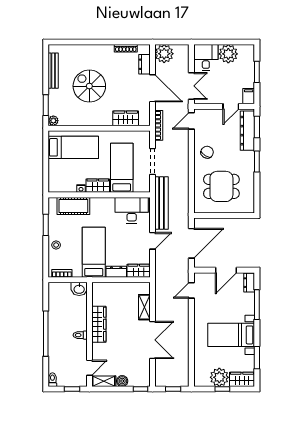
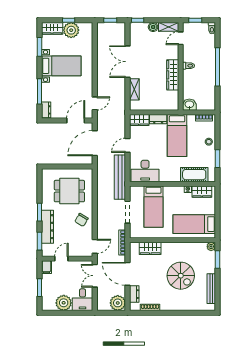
dresser: (247, 131) -> (48, 227), moved
wardrobe: (98, 186) -> (202, 192), moved
door: (226, 270) -> (76, 120), moved

